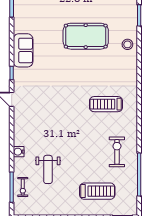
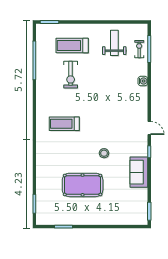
stool: (127, 44) -> (104, 153), moved
treadmill: (106, 104) -> (64, 124), turned 180
exercise bike: (117, 152) -> (71, 75), moved
weight bench: (48, 169) -> (114, 43), moved

